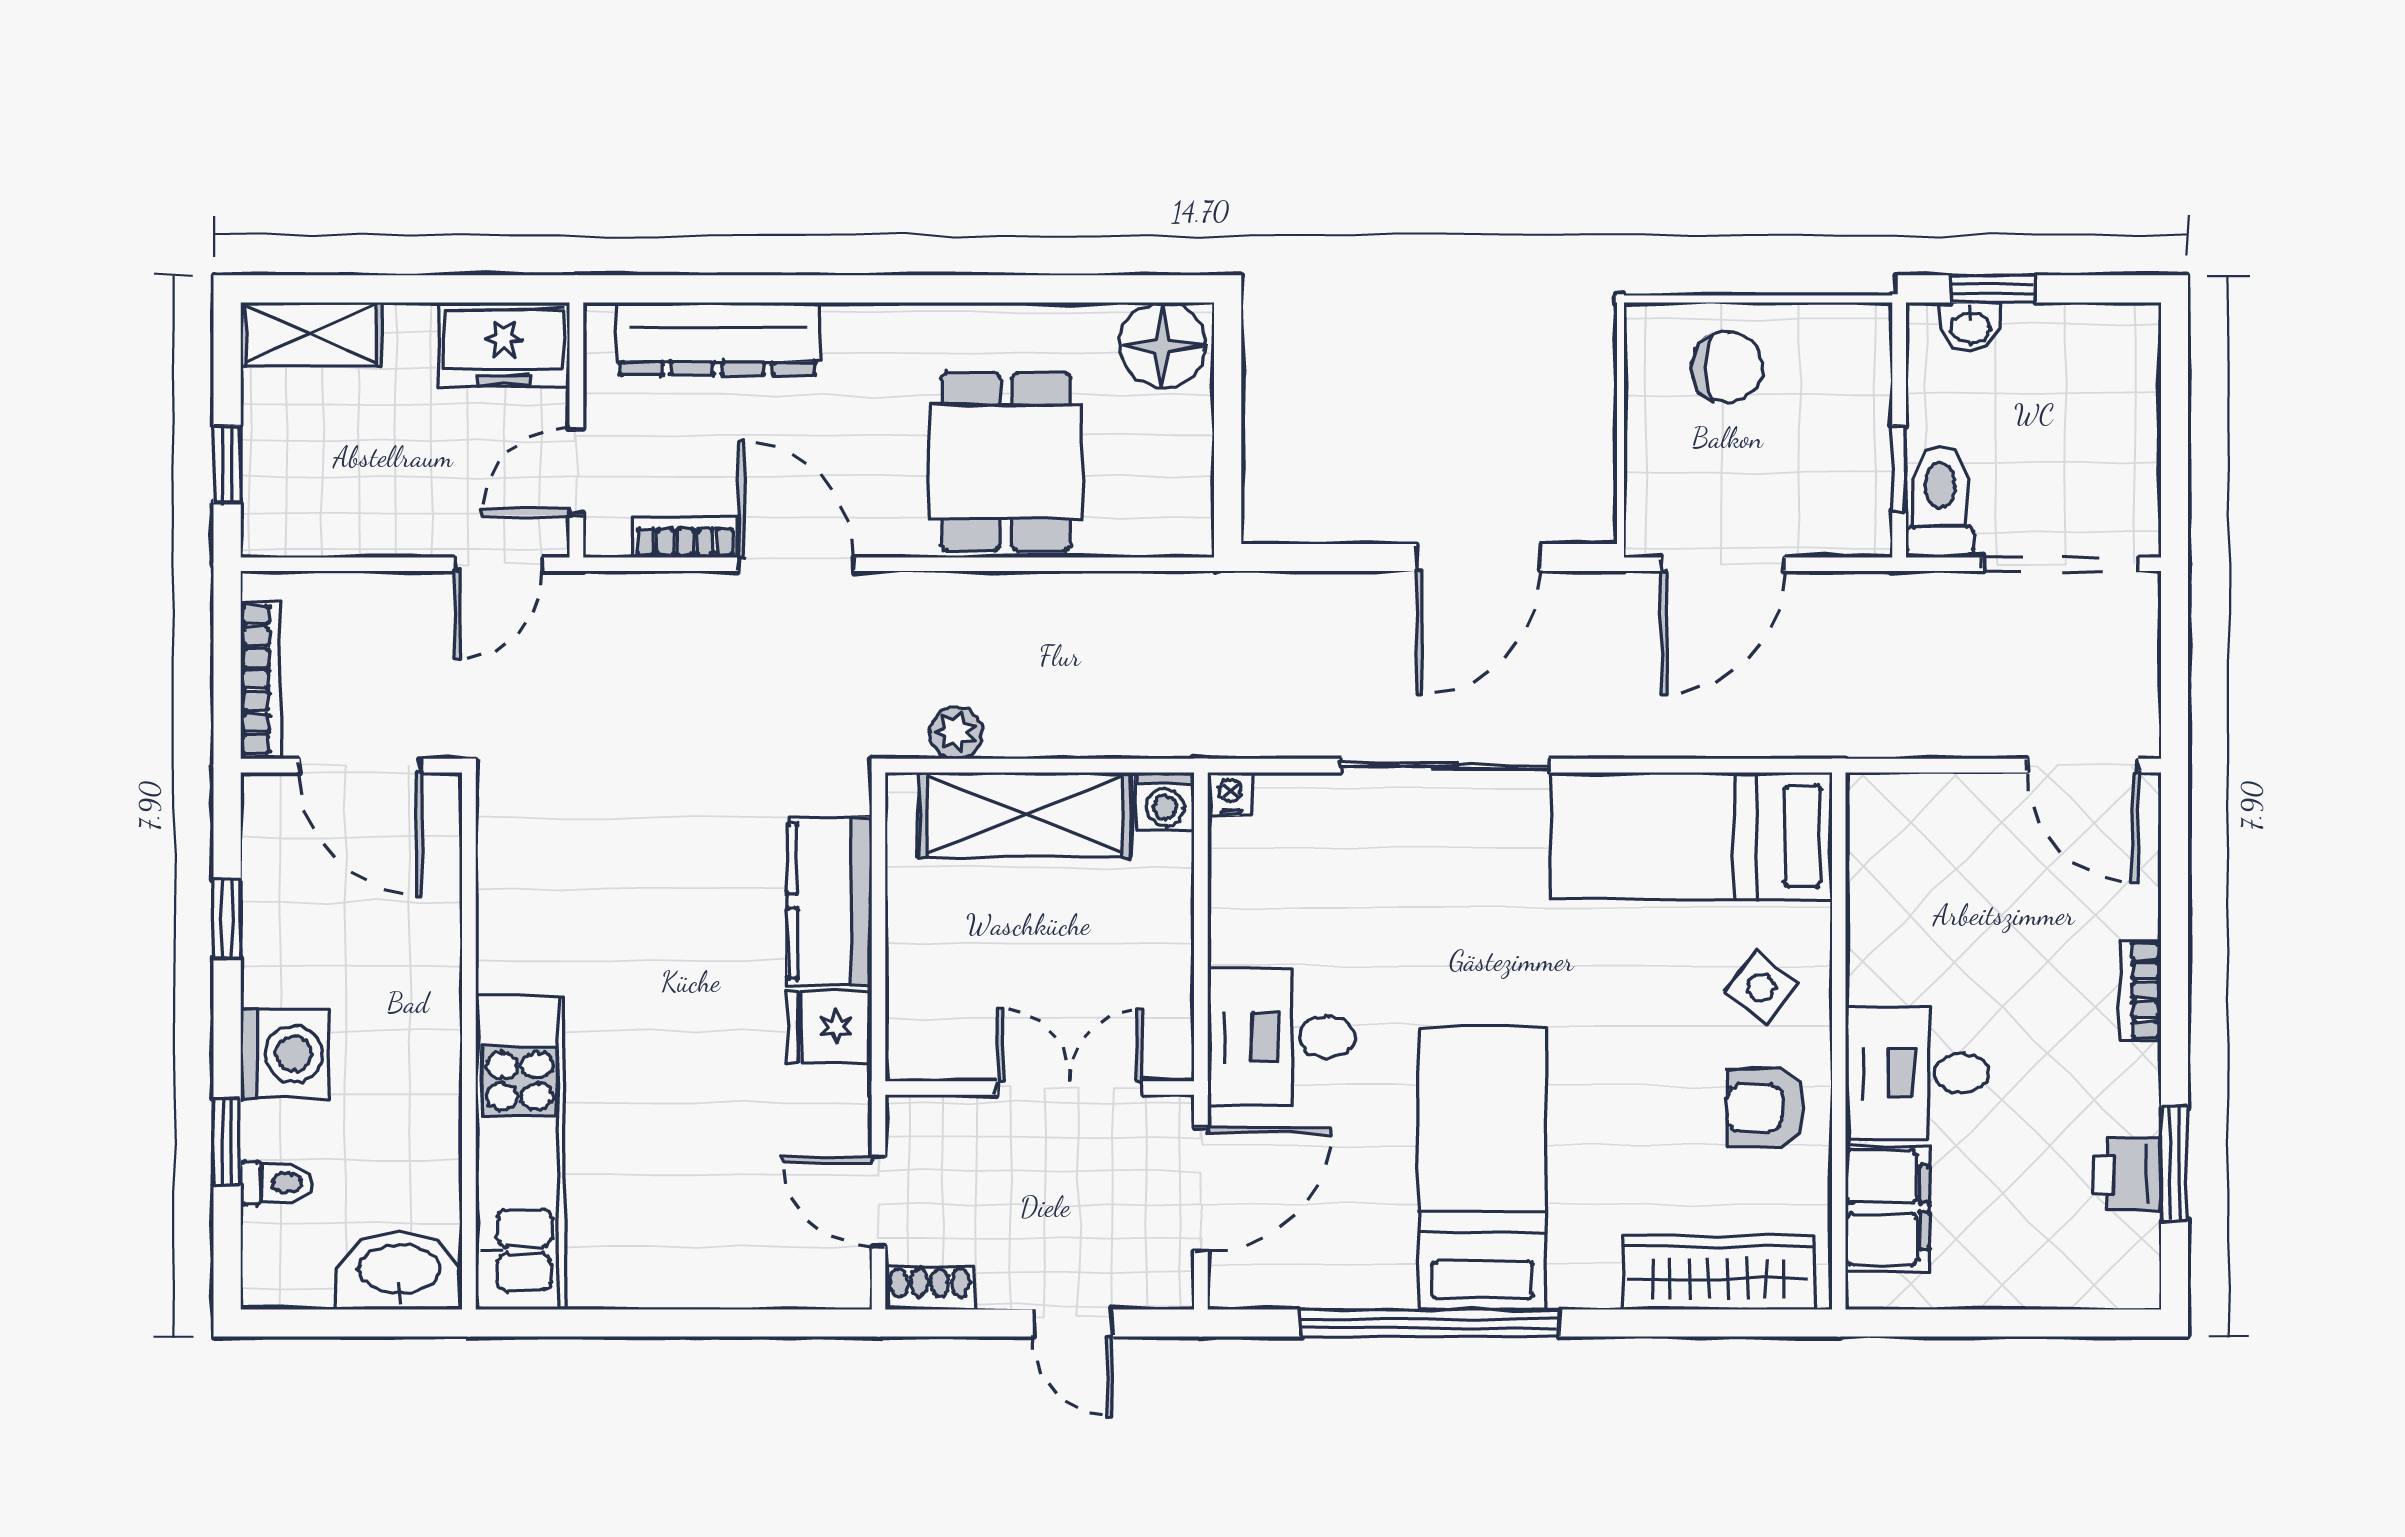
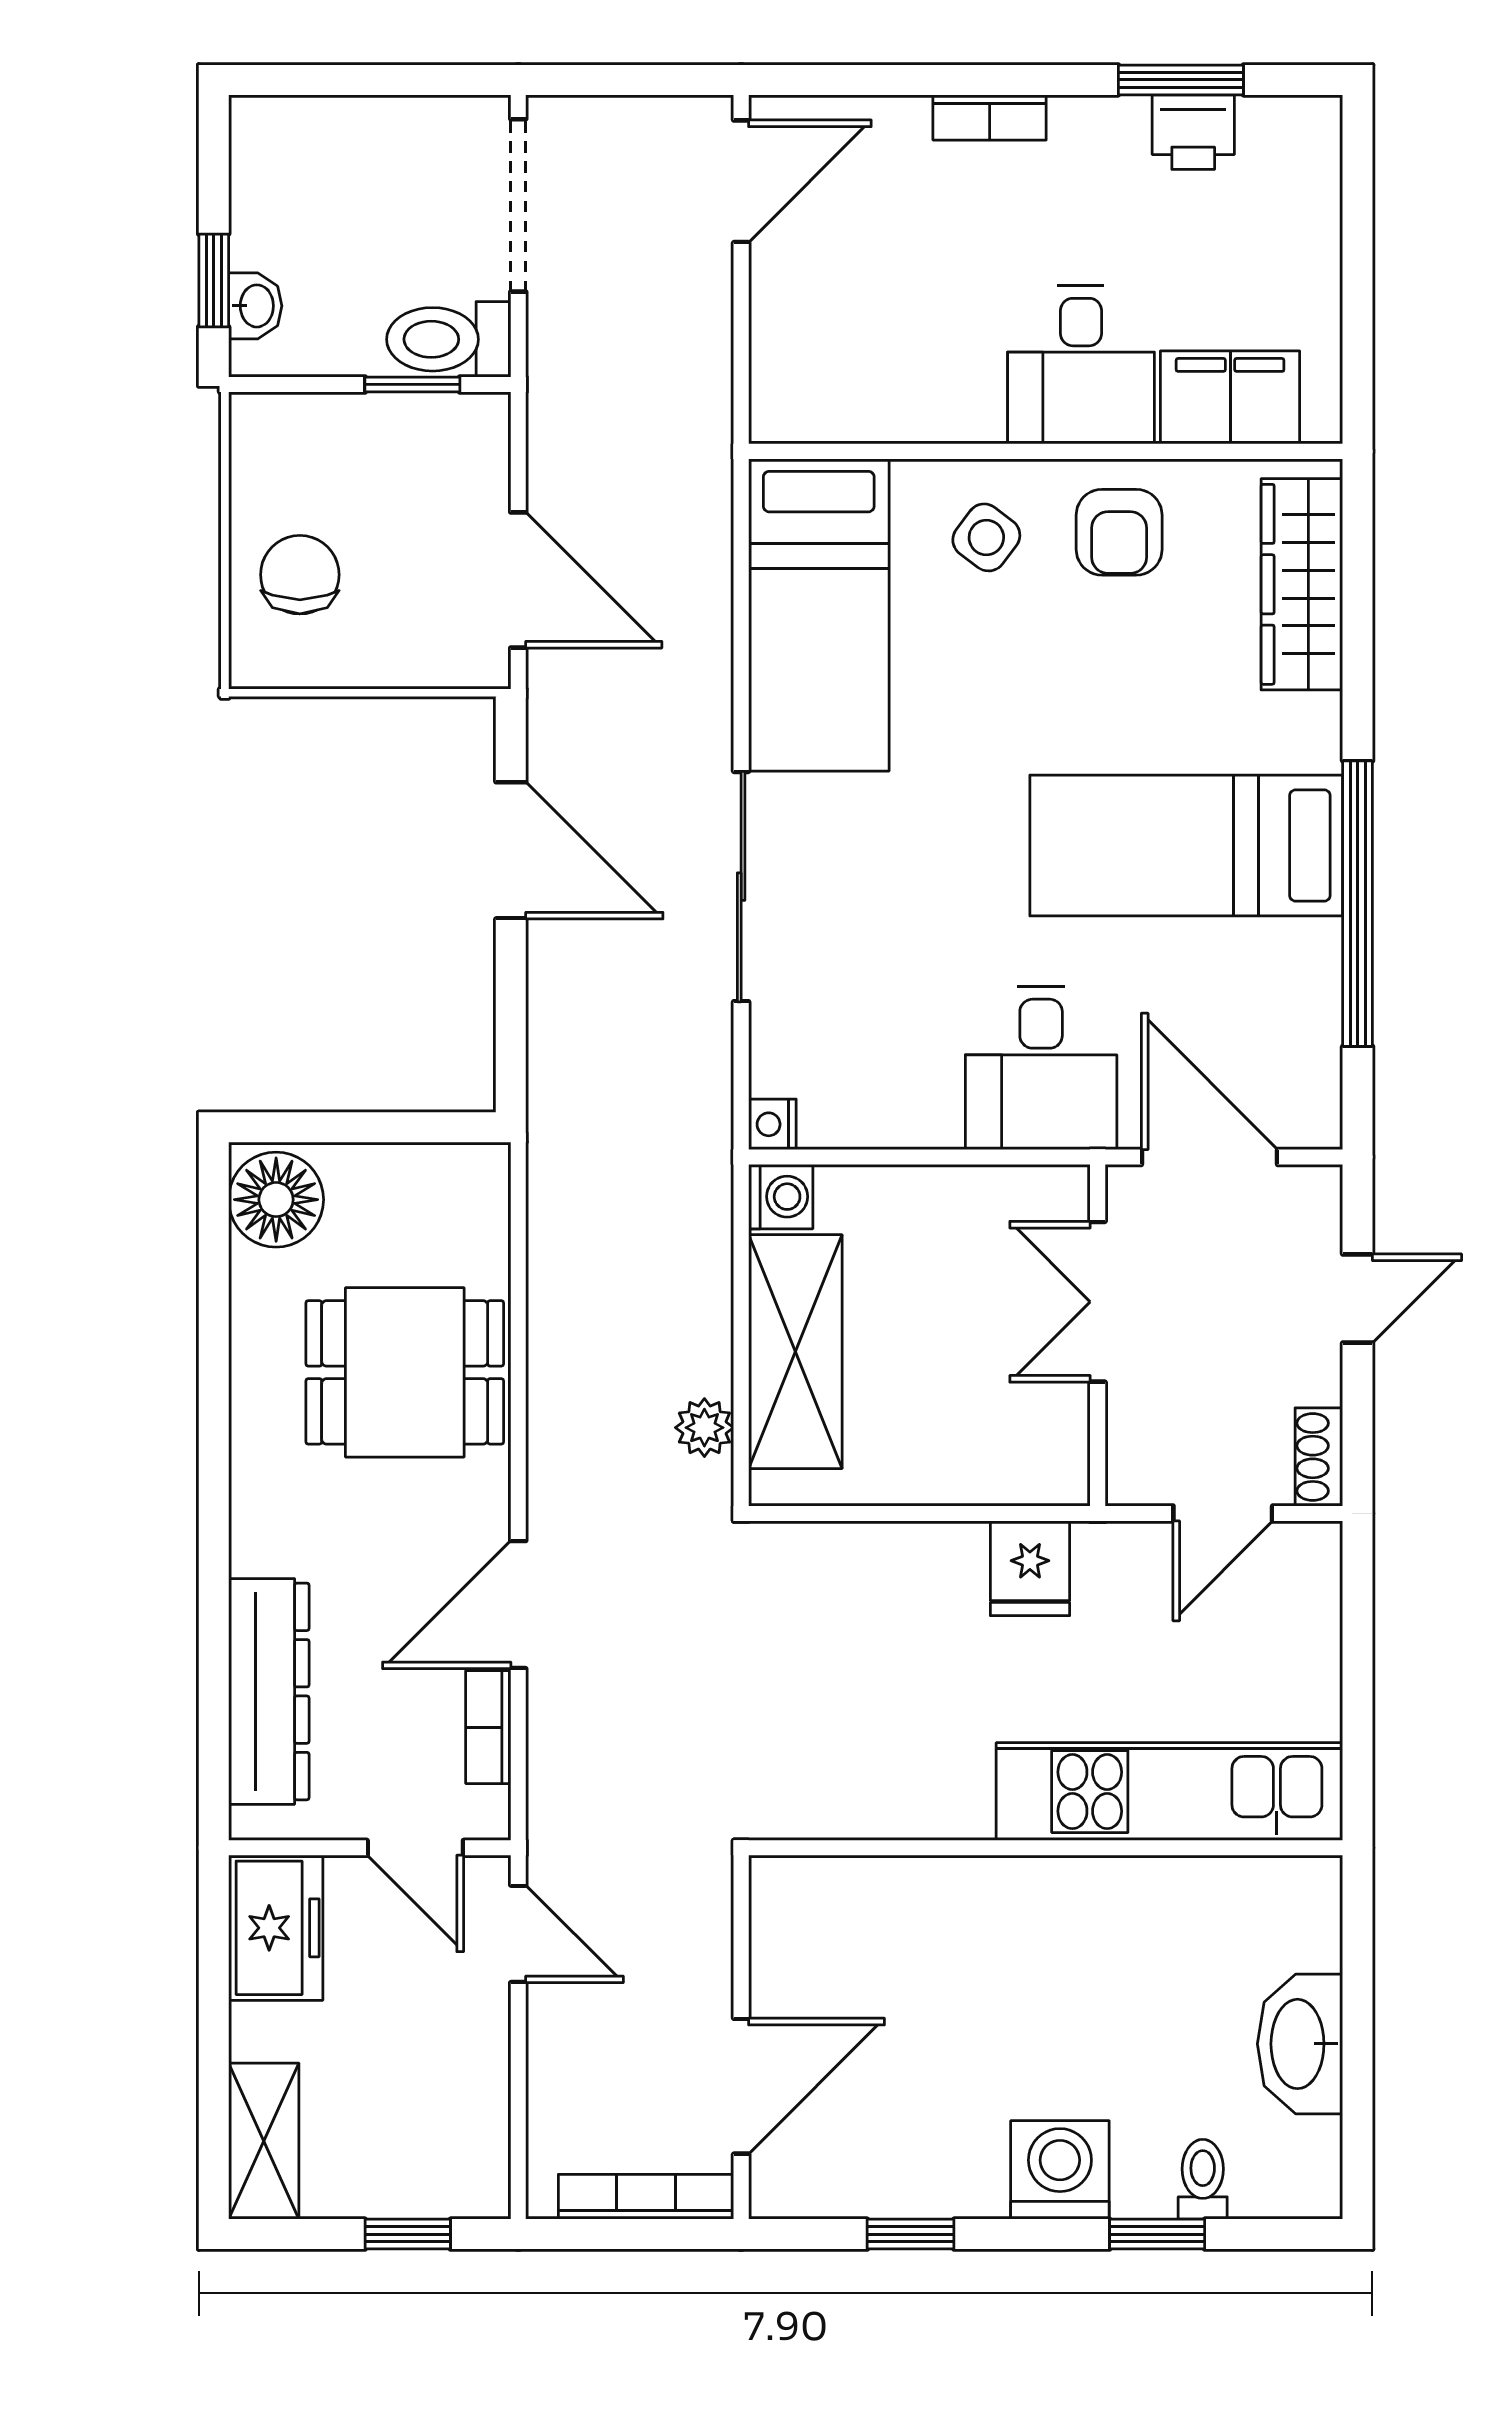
kitchen counter: (830, 901) -> (891, 1568), removed
wall: (469, 1041) -> (1046, 1848), moved
kitchen unit: (520, 1153) -> (1169, 1792), moved

